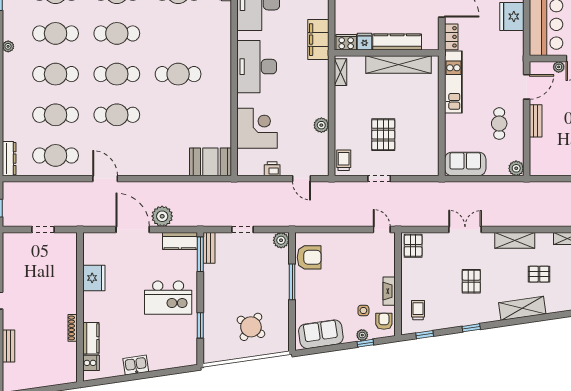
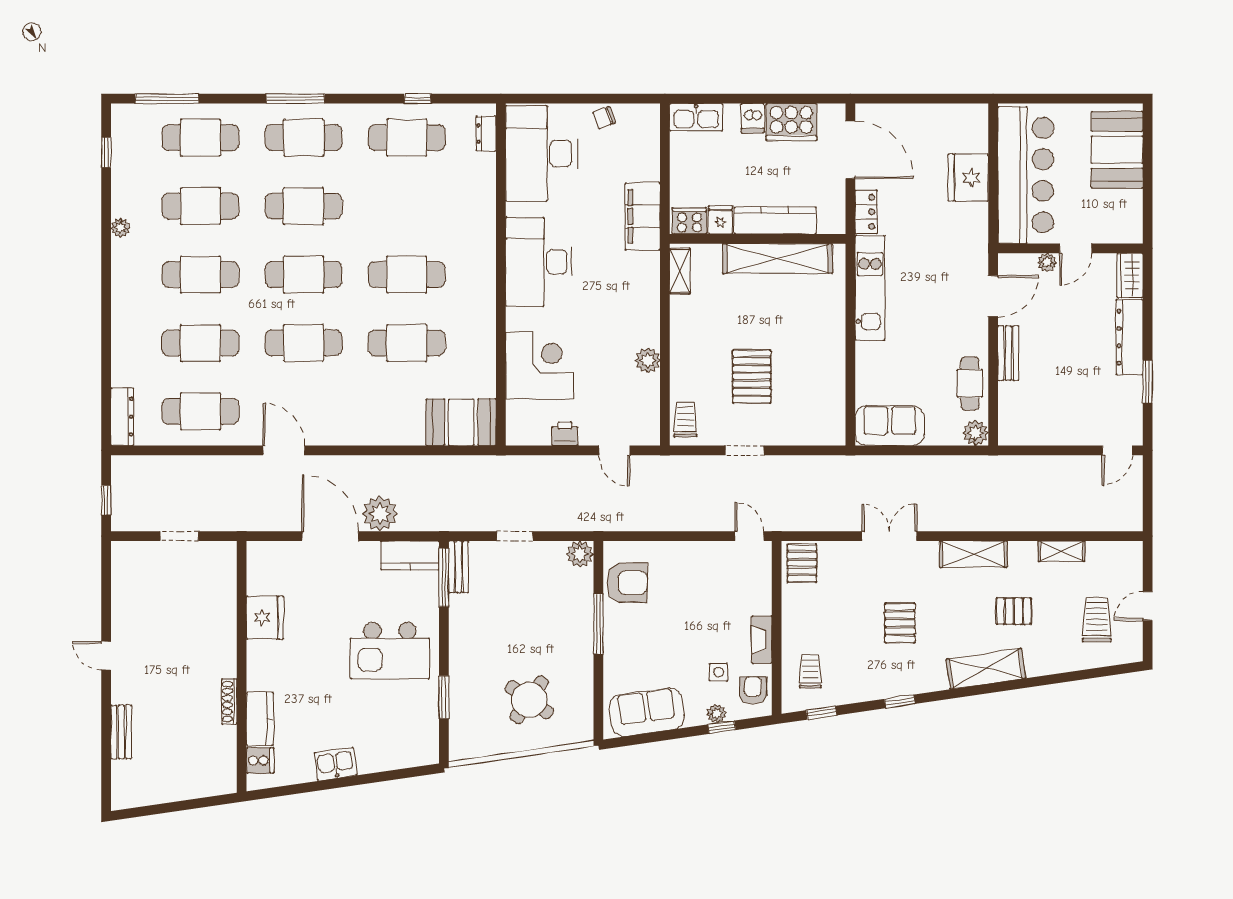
cafe table: (178, 115) -> (407, 343), added
cafe table: (499, 124) -> (970, 383), moved

